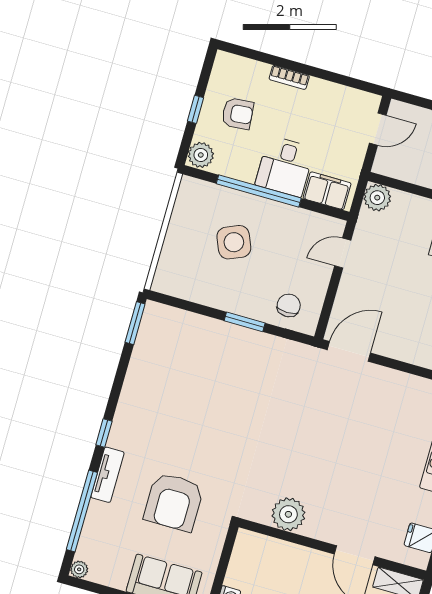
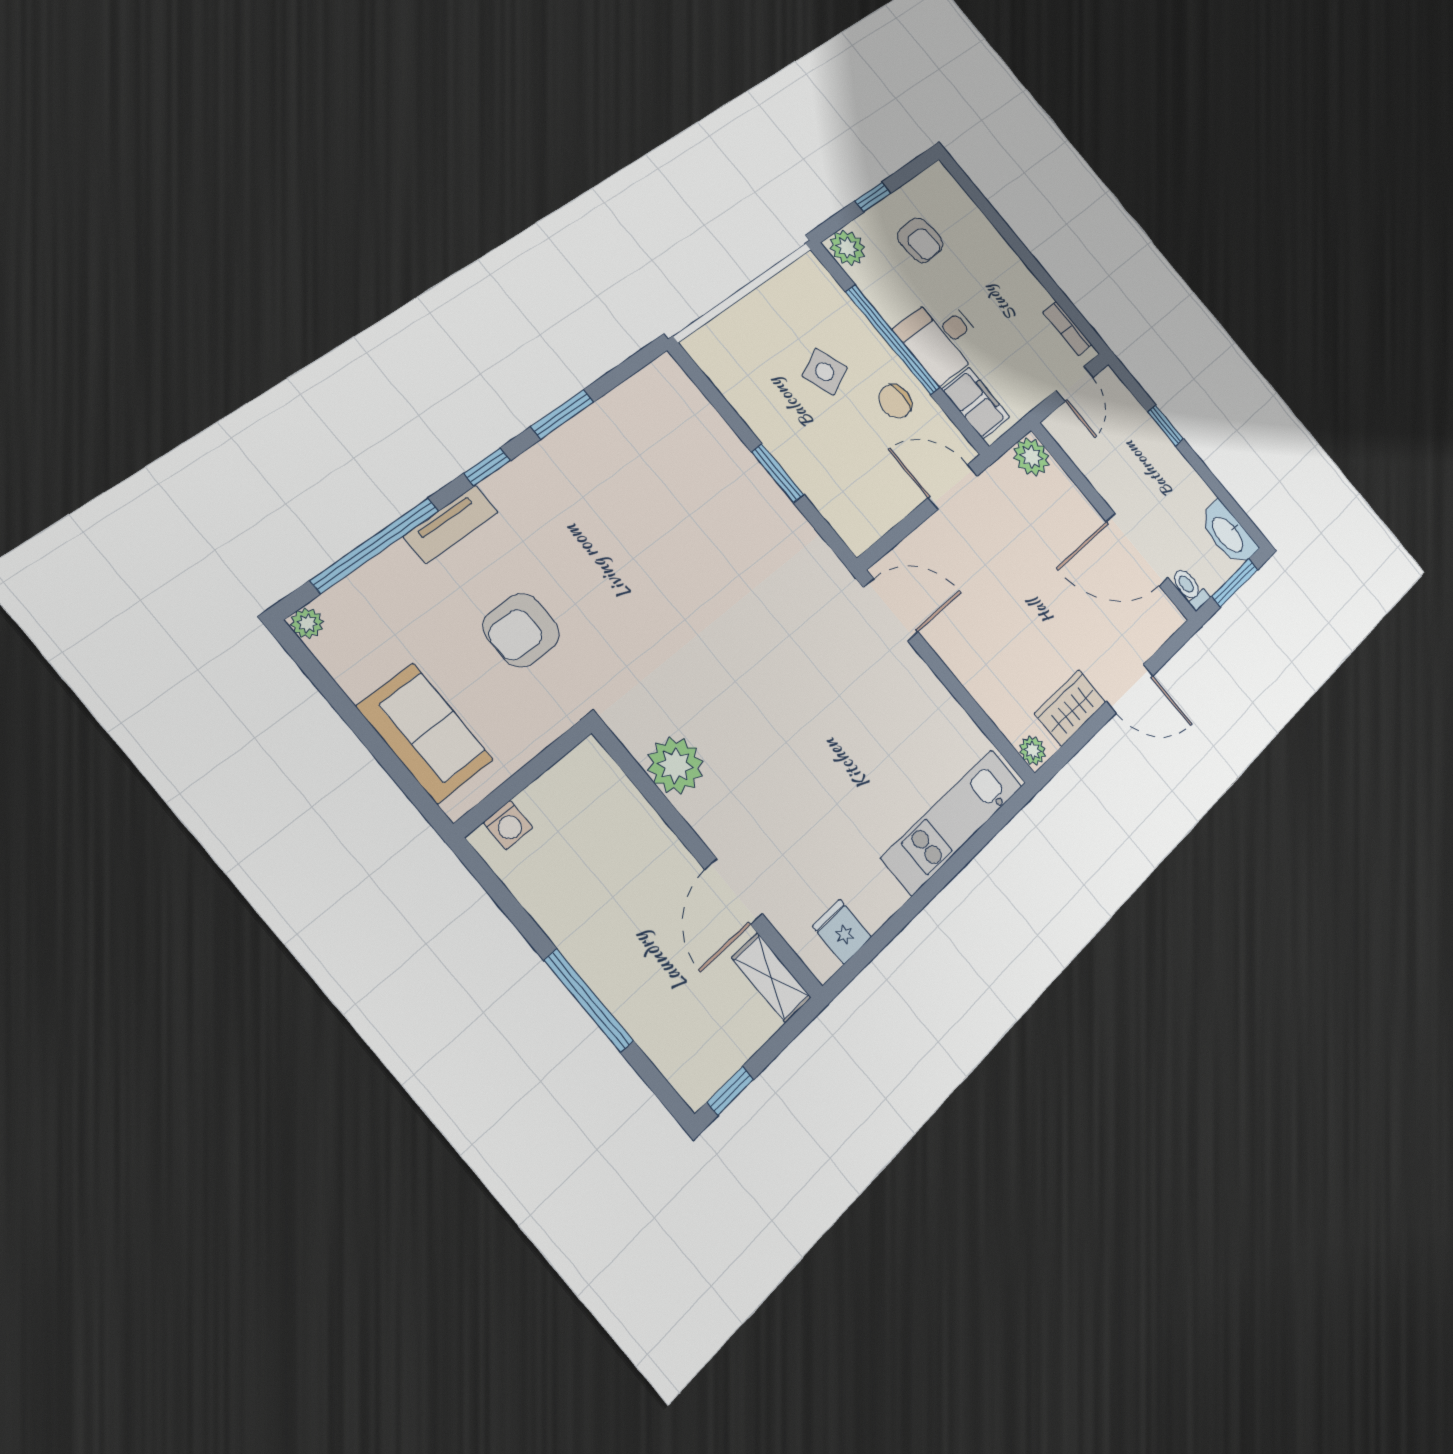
bookcase: (289, 77) -> (1067, 329), moved
door: (378, 129) -> (1074, 384), hinge flipped
side table: (234, 242) -> (825, 372), width x0.73, depth x0.73
door: (343, 253) -> (953, 487), width x1.37
chair: (289, 305) -> (895, 401), moved, turned 180
window: (135, 323) -> (562, 414), moved
armchair: (174, 502) -> (521, 630), width x0.73, depth x0.73

